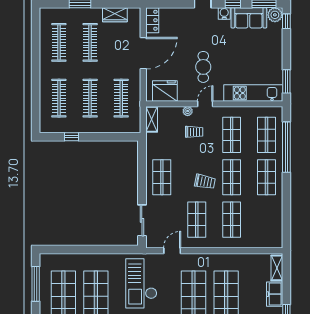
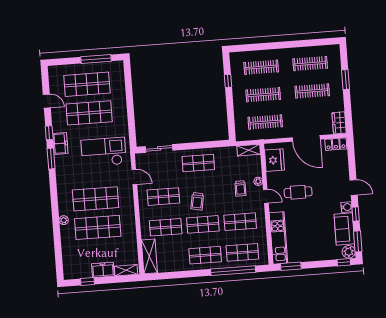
wardrobe: (115, 15) -> (339, 123), moved
shelving: (263, 240) -> (149, 256), added

